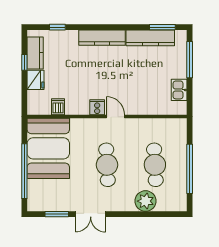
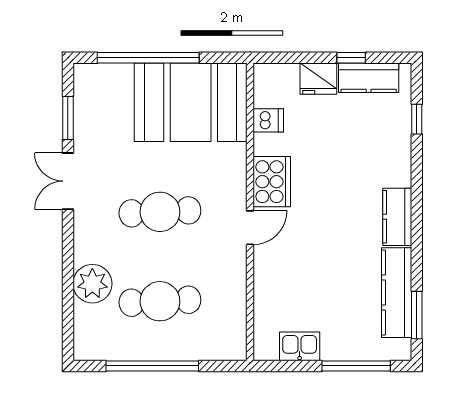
kitchen counter: (102, 38) -> (397, 217), width x0.67
cooker: (97, 107) -> (272, 182), width x1.87, depth x1.31

